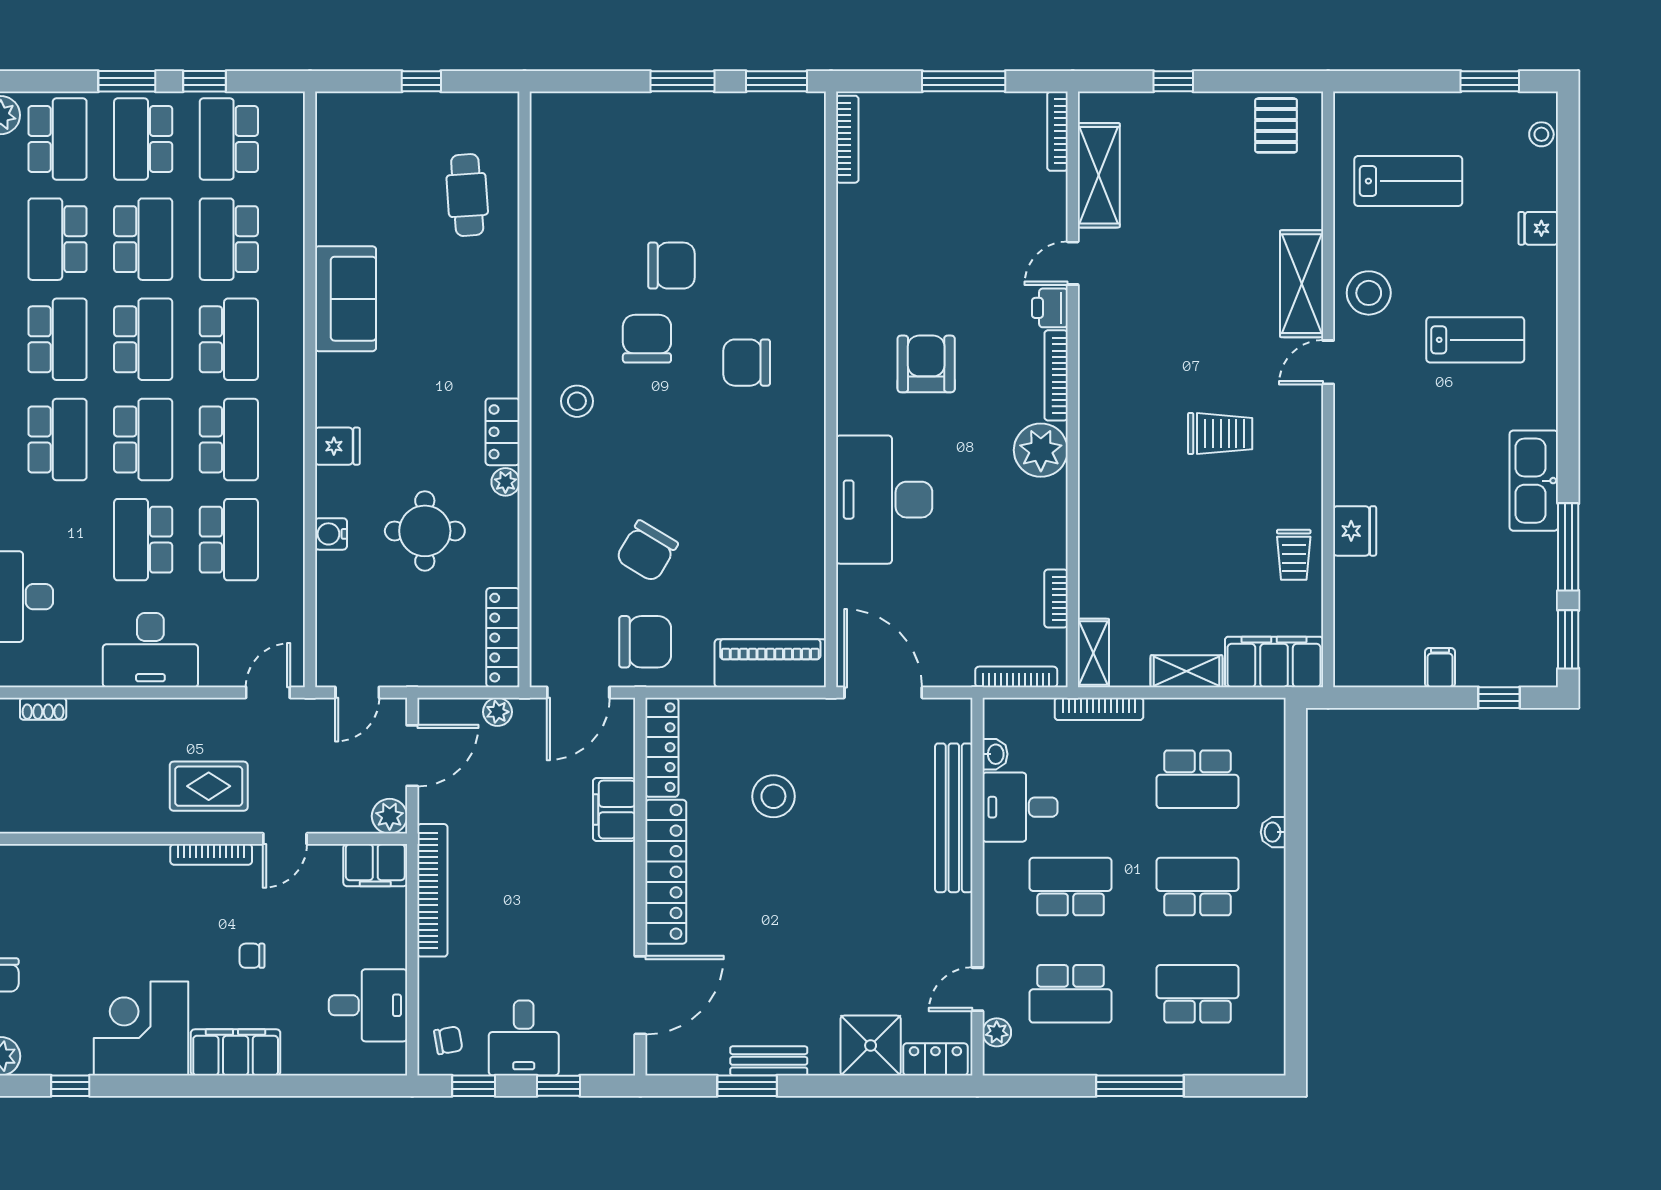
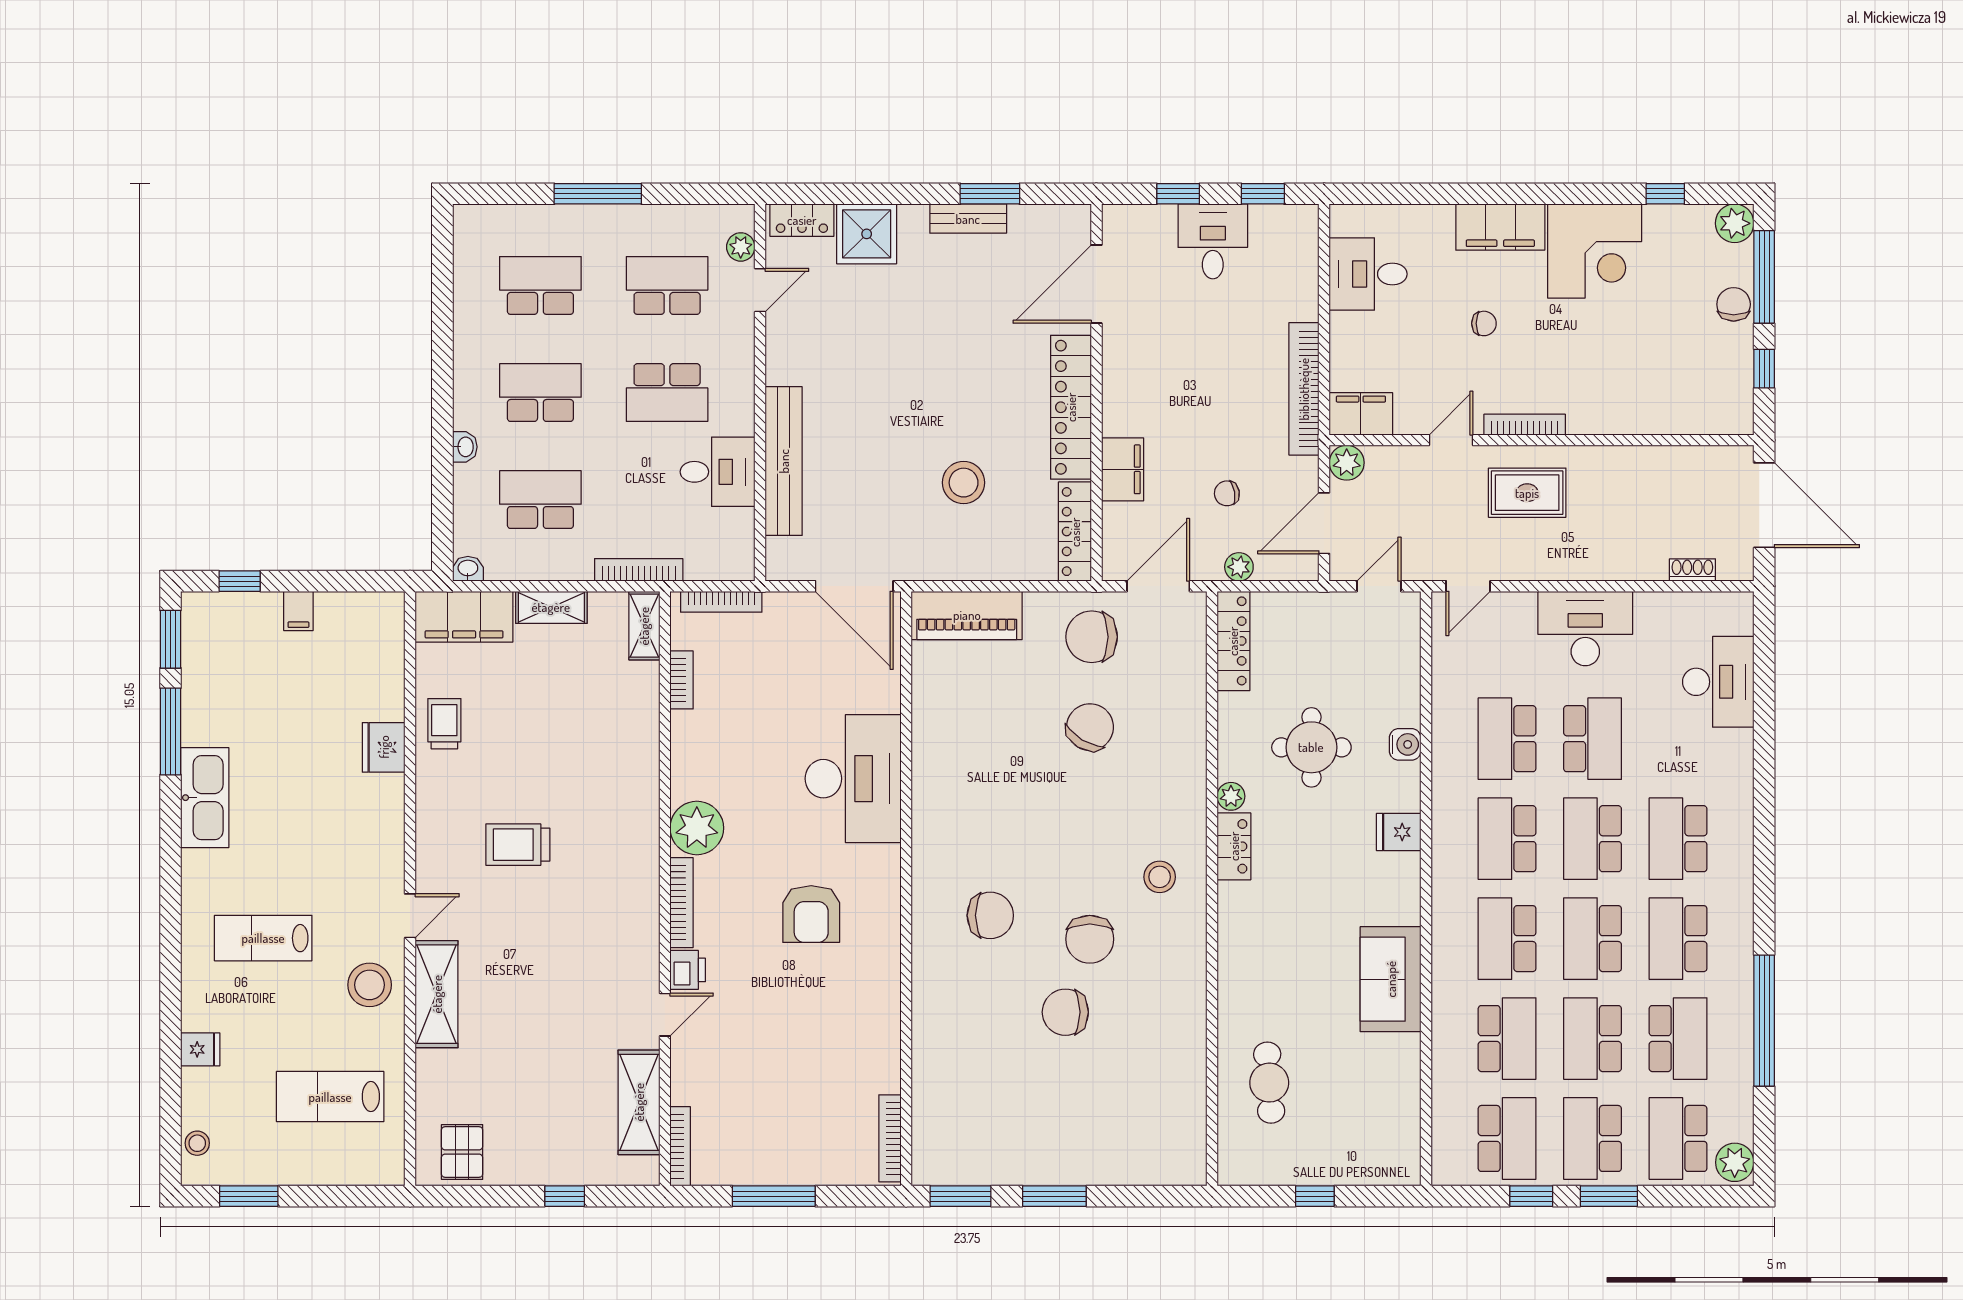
school desk: (143, 139) -> (1593, 1138), turned 180
washbasin: (995, 754) -> (468, 569), moved, turned 90
school desk: (1198, 887) -> (540, 393), turned 180
school desk: (1198, 994) -> (540, 286), turned 180
chair: (448, 1040) -> (1227, 493), moved

